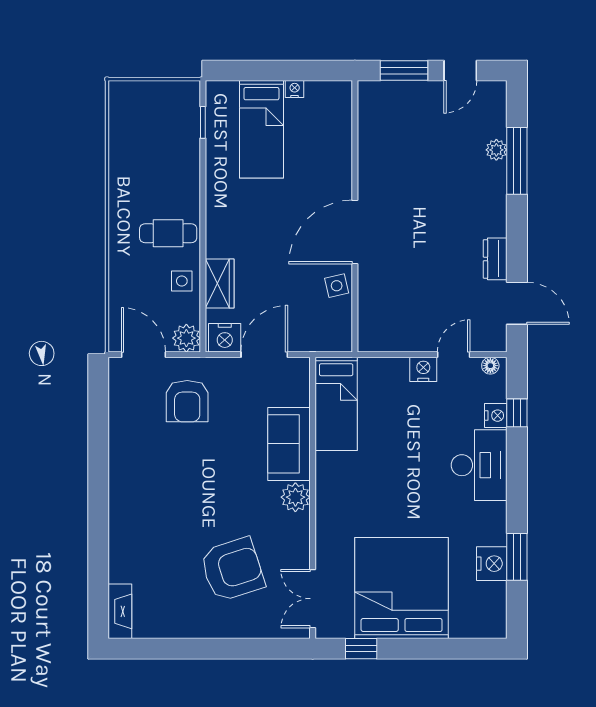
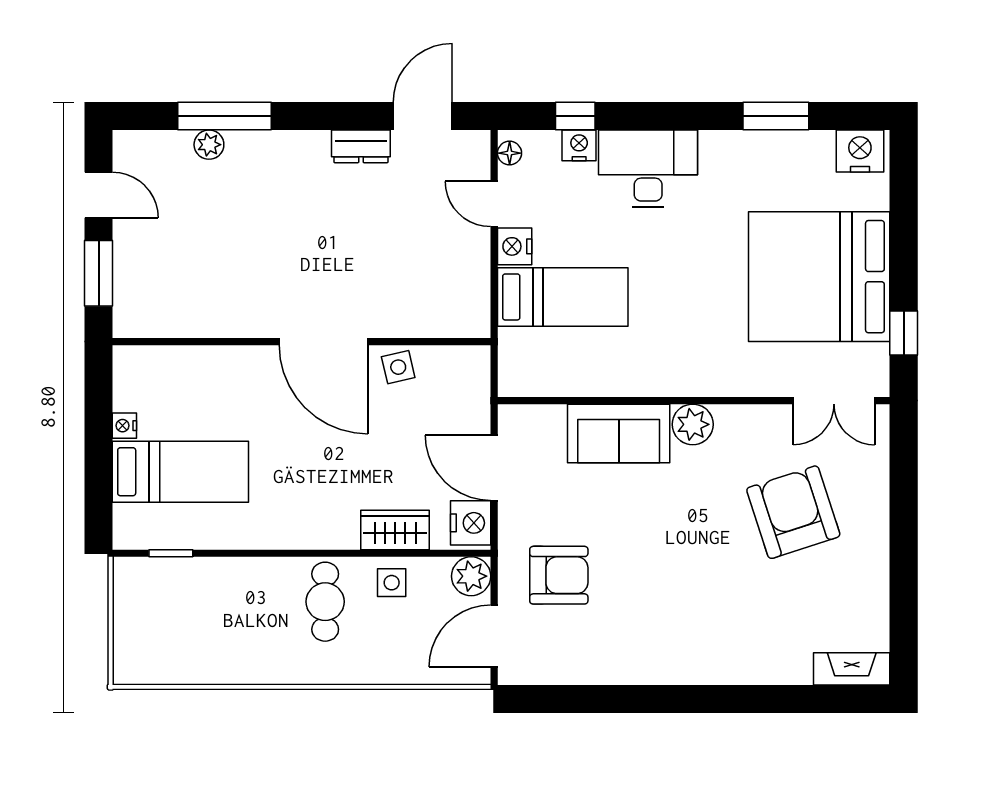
bed: (336, 404) -> (563, 297), moved
nightstand: (492, 564) -> (860, 151), moved

